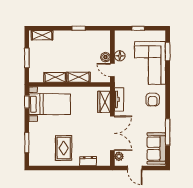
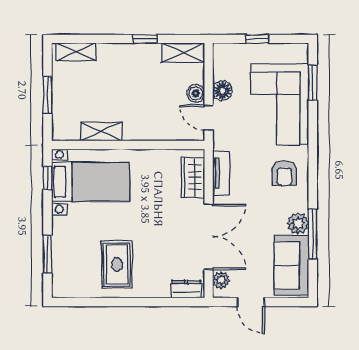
shelving: (79, 77) -> (183, 53), moved
plant: (160, 126) -> (298, 223), added
dresser: (88, 161) -> (186, 289), moved

